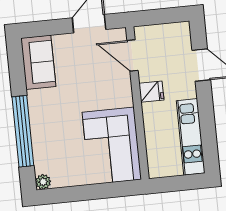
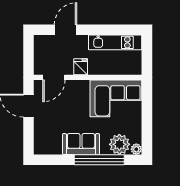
sofa: (38, 62) -> (81, 144), moved
plant: (48, 157) -> (119, 144), added

